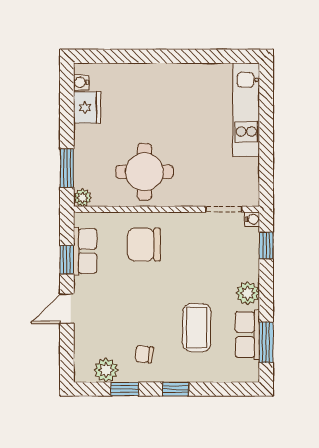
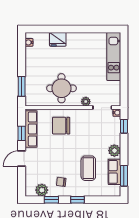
fridge: (87, 108) -> (58, 39), moved, turned 90
plant: (82, 198) -> (86, 102), moved
row of seats: (85, 251) -> (31, 129), width x1.48

